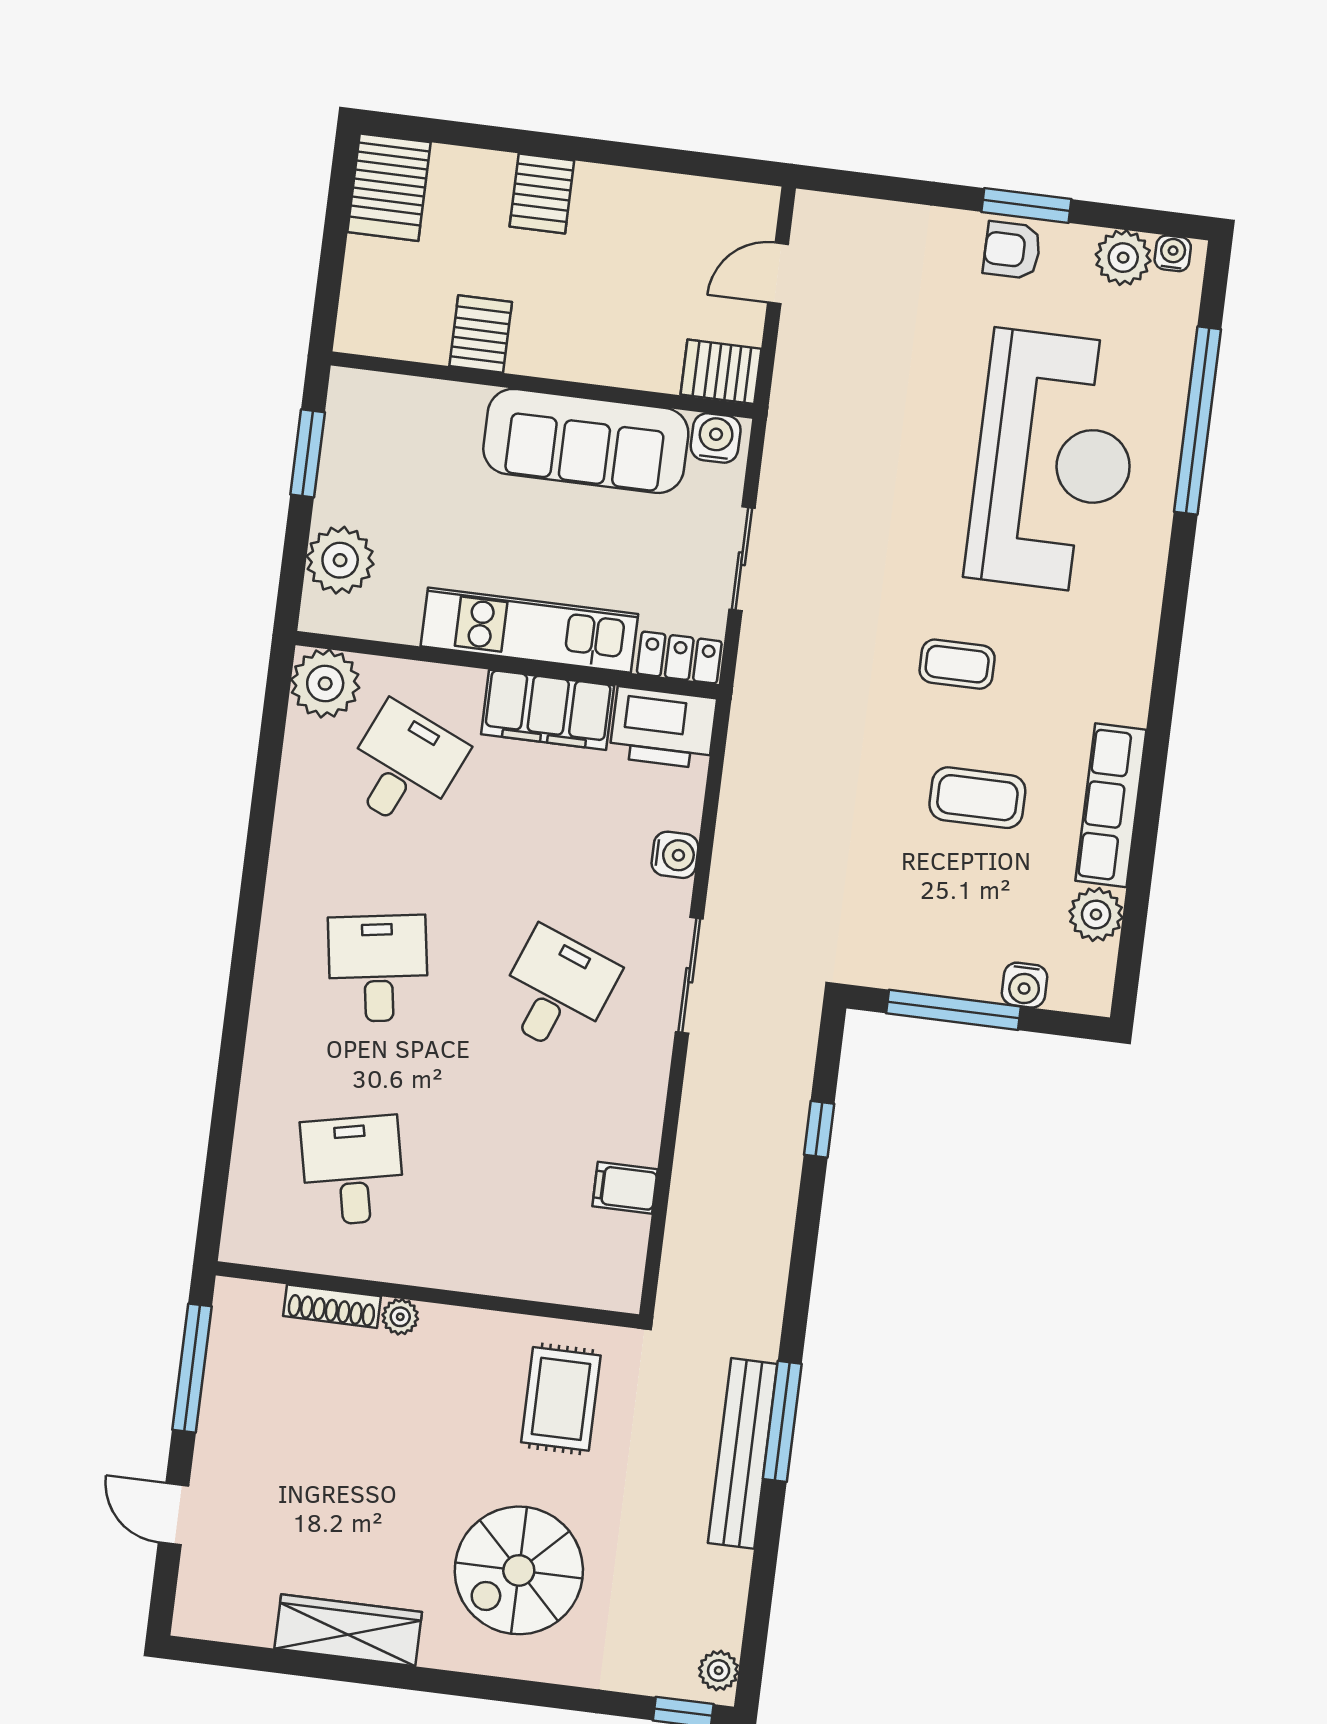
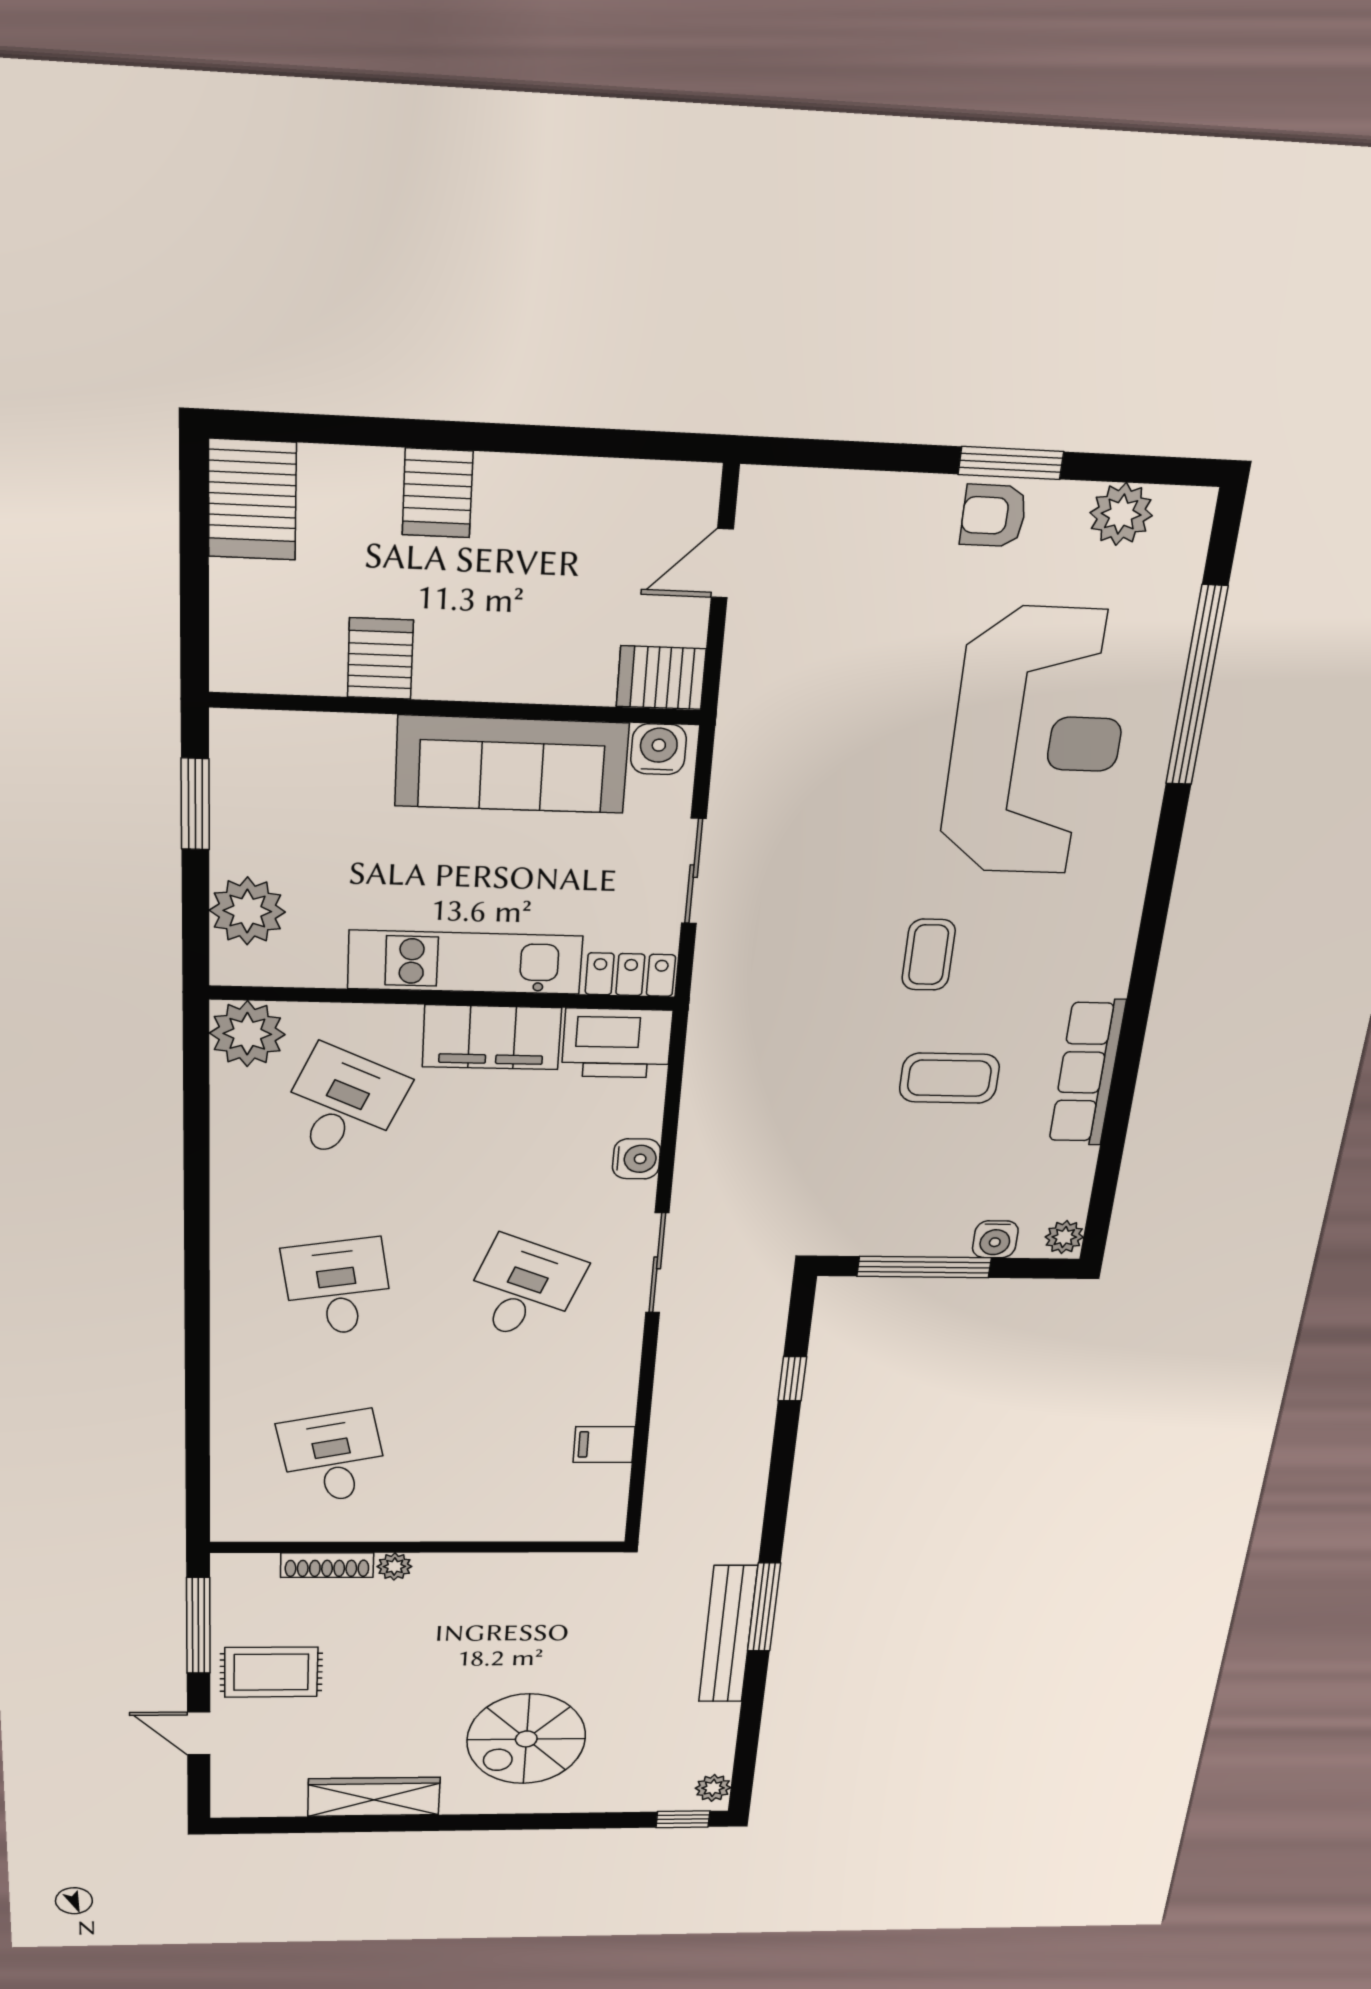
water cooler: (1173, 253) -> (1178, 505), removed
coffee table: (957, 664) -> (929, 955), turned 90
plant: (1096, 914) -> (1064, 1237), moved, width x0.73, depth x0.73
rug: (561, 1399) -> (271, 1672), moved, turned 90

